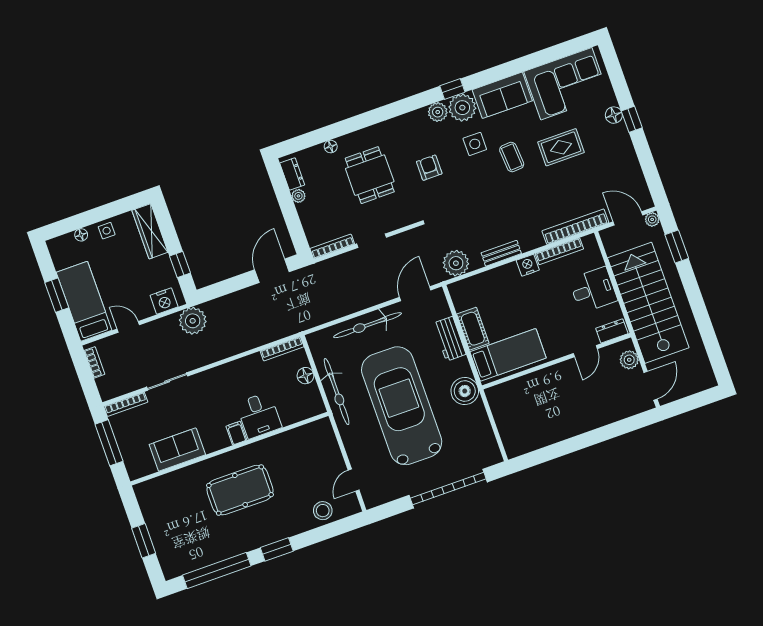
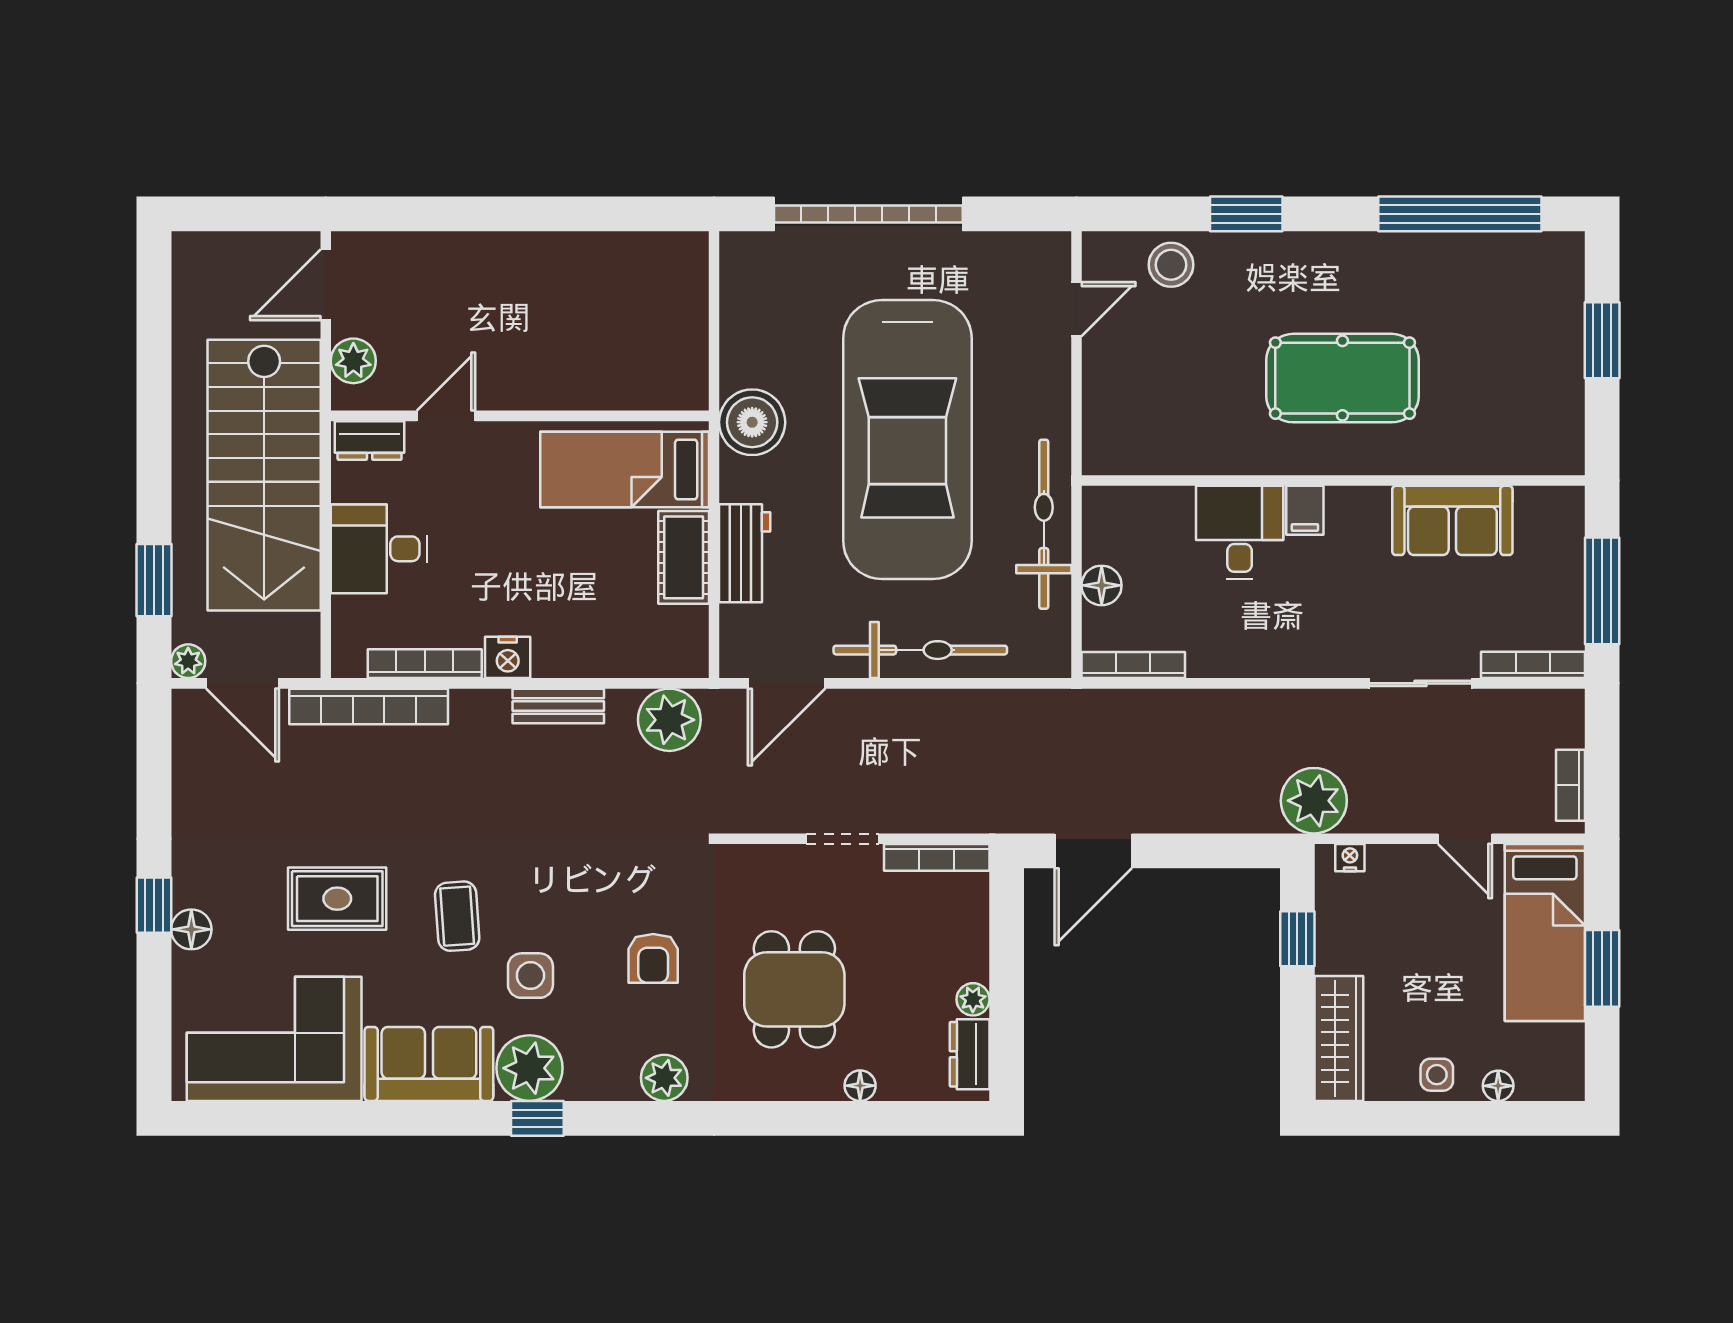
plant: (438, 112) -> (664, 1078), moved
nightstand: (164, 301) -> (1350, 858), width x0.53, depth x0.56
window: (277, 549) -> (1246, 214), moved

